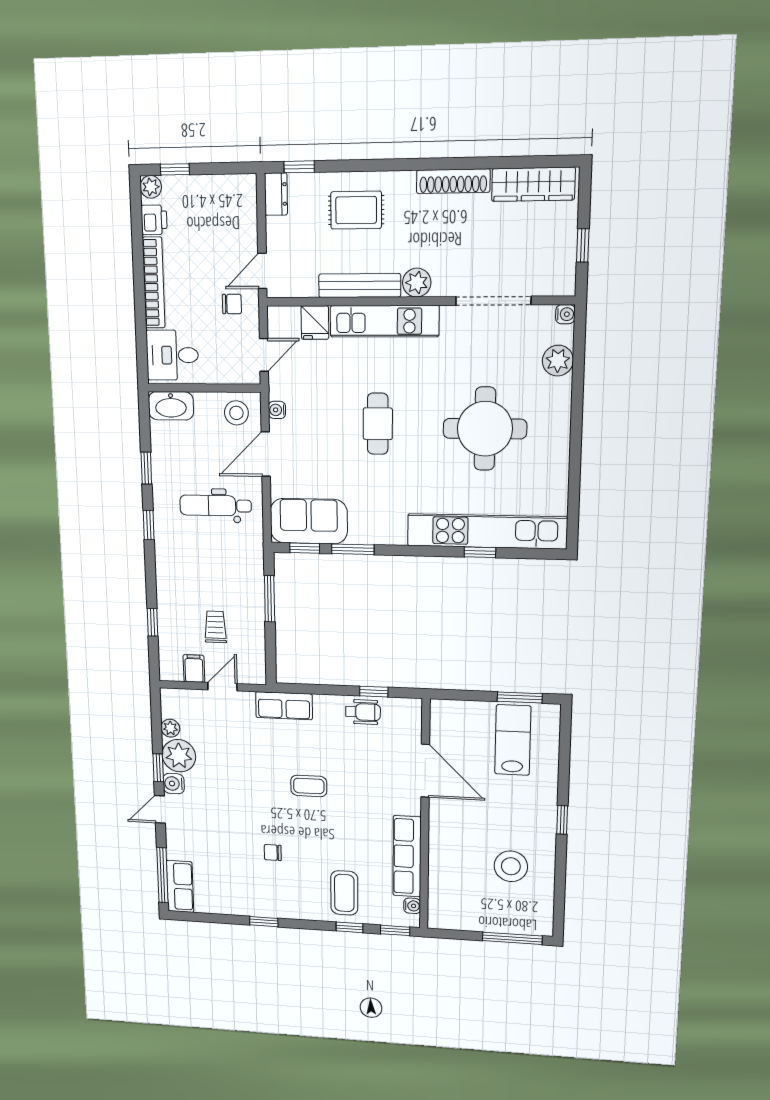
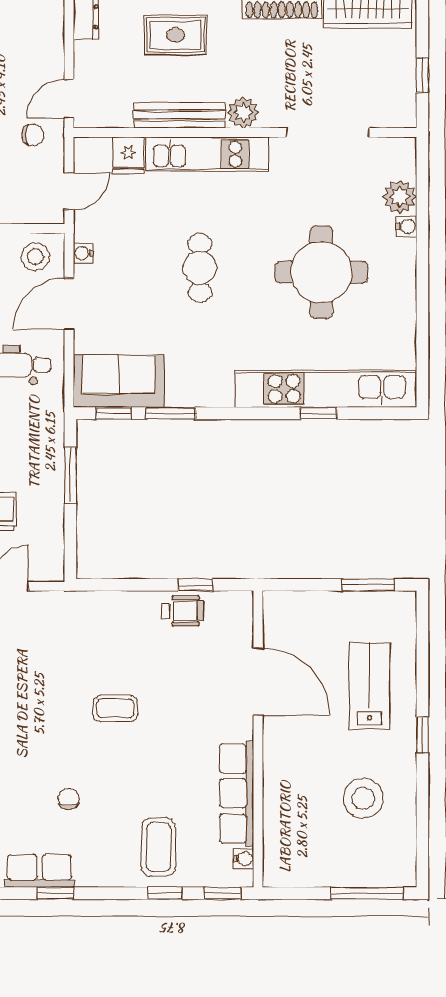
water cooler: (565, 314) -> (406, 226), moved
row of seats: (284, 706) -> (40, 871), moved, turned 180
lab bench: (513, 740) -> (369, 686), moved
chair: (273, 853) -> (69, 799), turned 90

